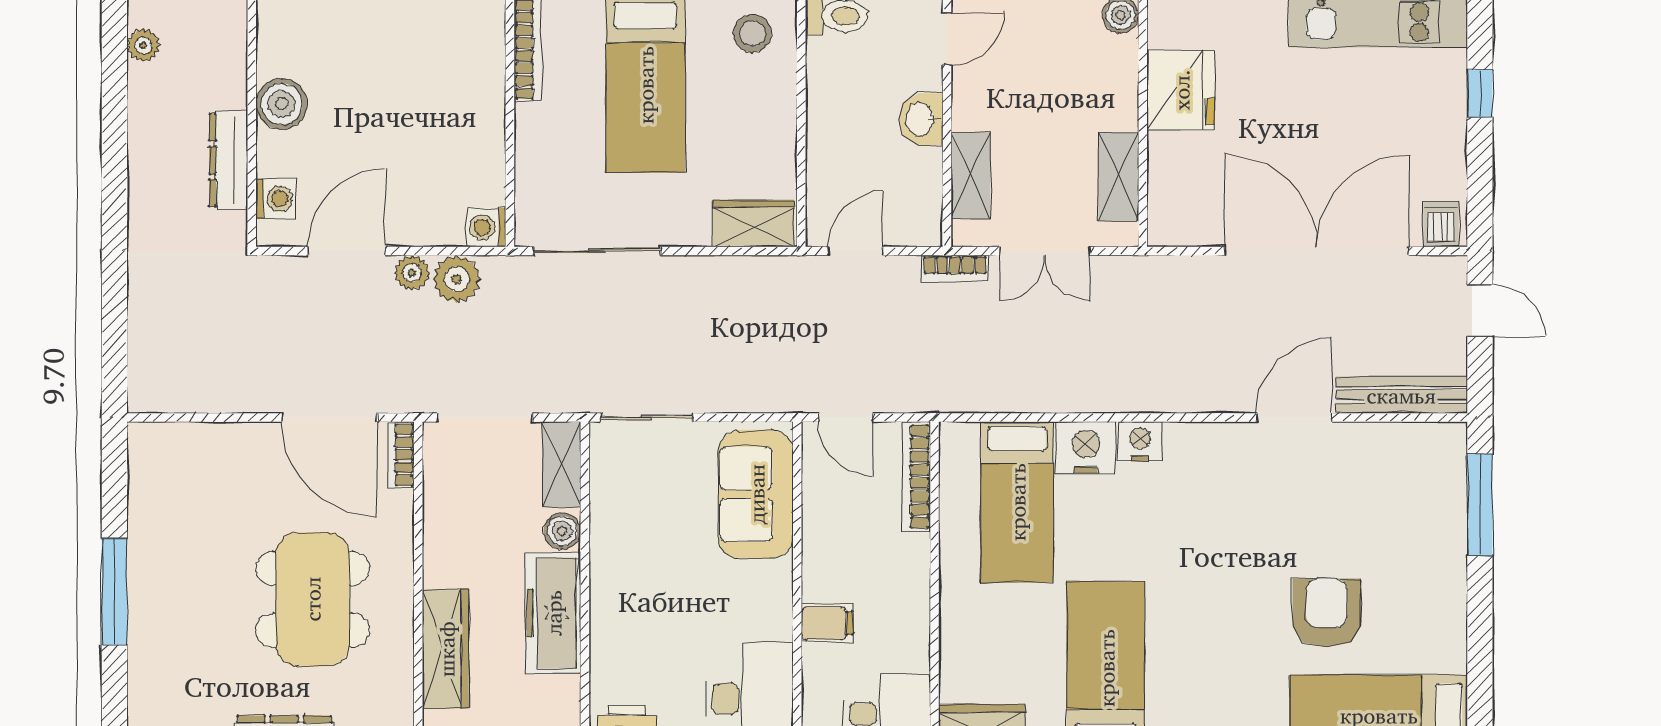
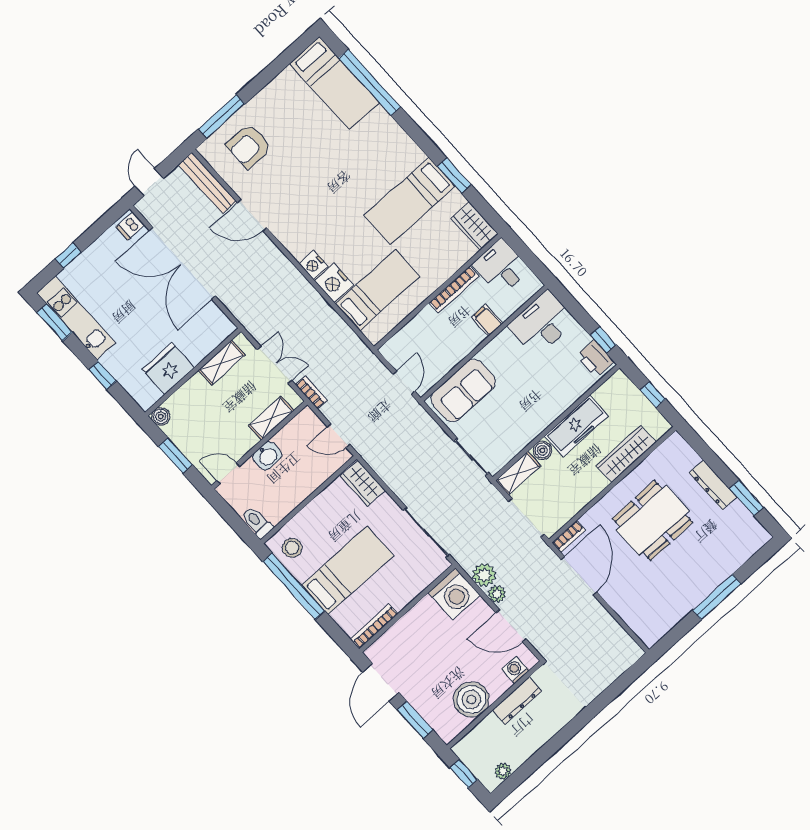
boiler: (282, 104) -> (471, 699), width x1.37, depth x1.37
washing machine: (486, 227) -> (454, 594), width x1.89, depth x1.89
bookcase: (916, 477) -> (454, 289), moved
armchair: (1327, 613) -> (249, 146), moved

